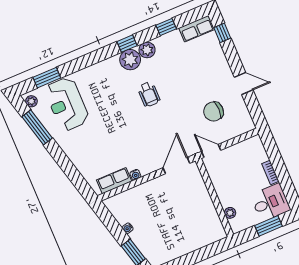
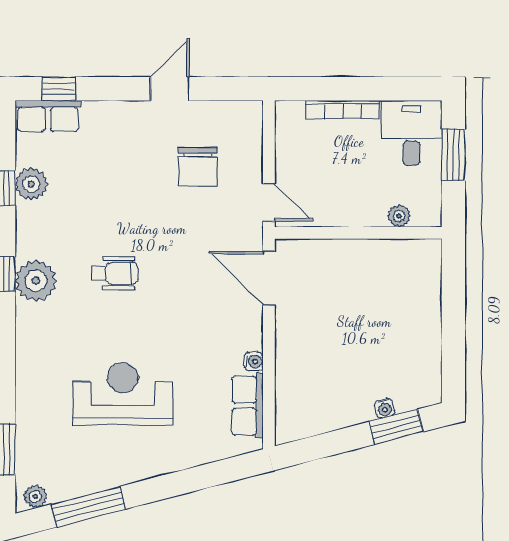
row of seats: (197, 29) -> (48, 116), moved, turned 90
plant: (147, 50) -> (31, 184), moved
reception desk: (67, 104) -> (123, 394), moved, turned 180
door: (211, 151) -> (269, 202), swing flipped
bookcase: (270, 172) -> (343, 110), width x1.56
water cooler: (128, 228) -> (385, 408), moved

